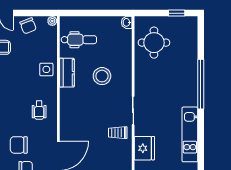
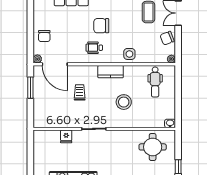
kitchen counter: (67, 73) -> (111, 72), moved
trolley: (118, 133) -> (80, 92), moved
chair: (19, 145) -> (101, 26), moved, turned -90
fridge: (144, 148) -> (66, 136), width x0.53, depth x0.75

